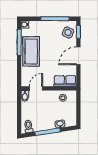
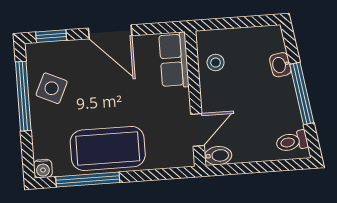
side table: (68, 32) -> (52, 88), moved
door: (36, 88) -> (197, 130), swing flipped

